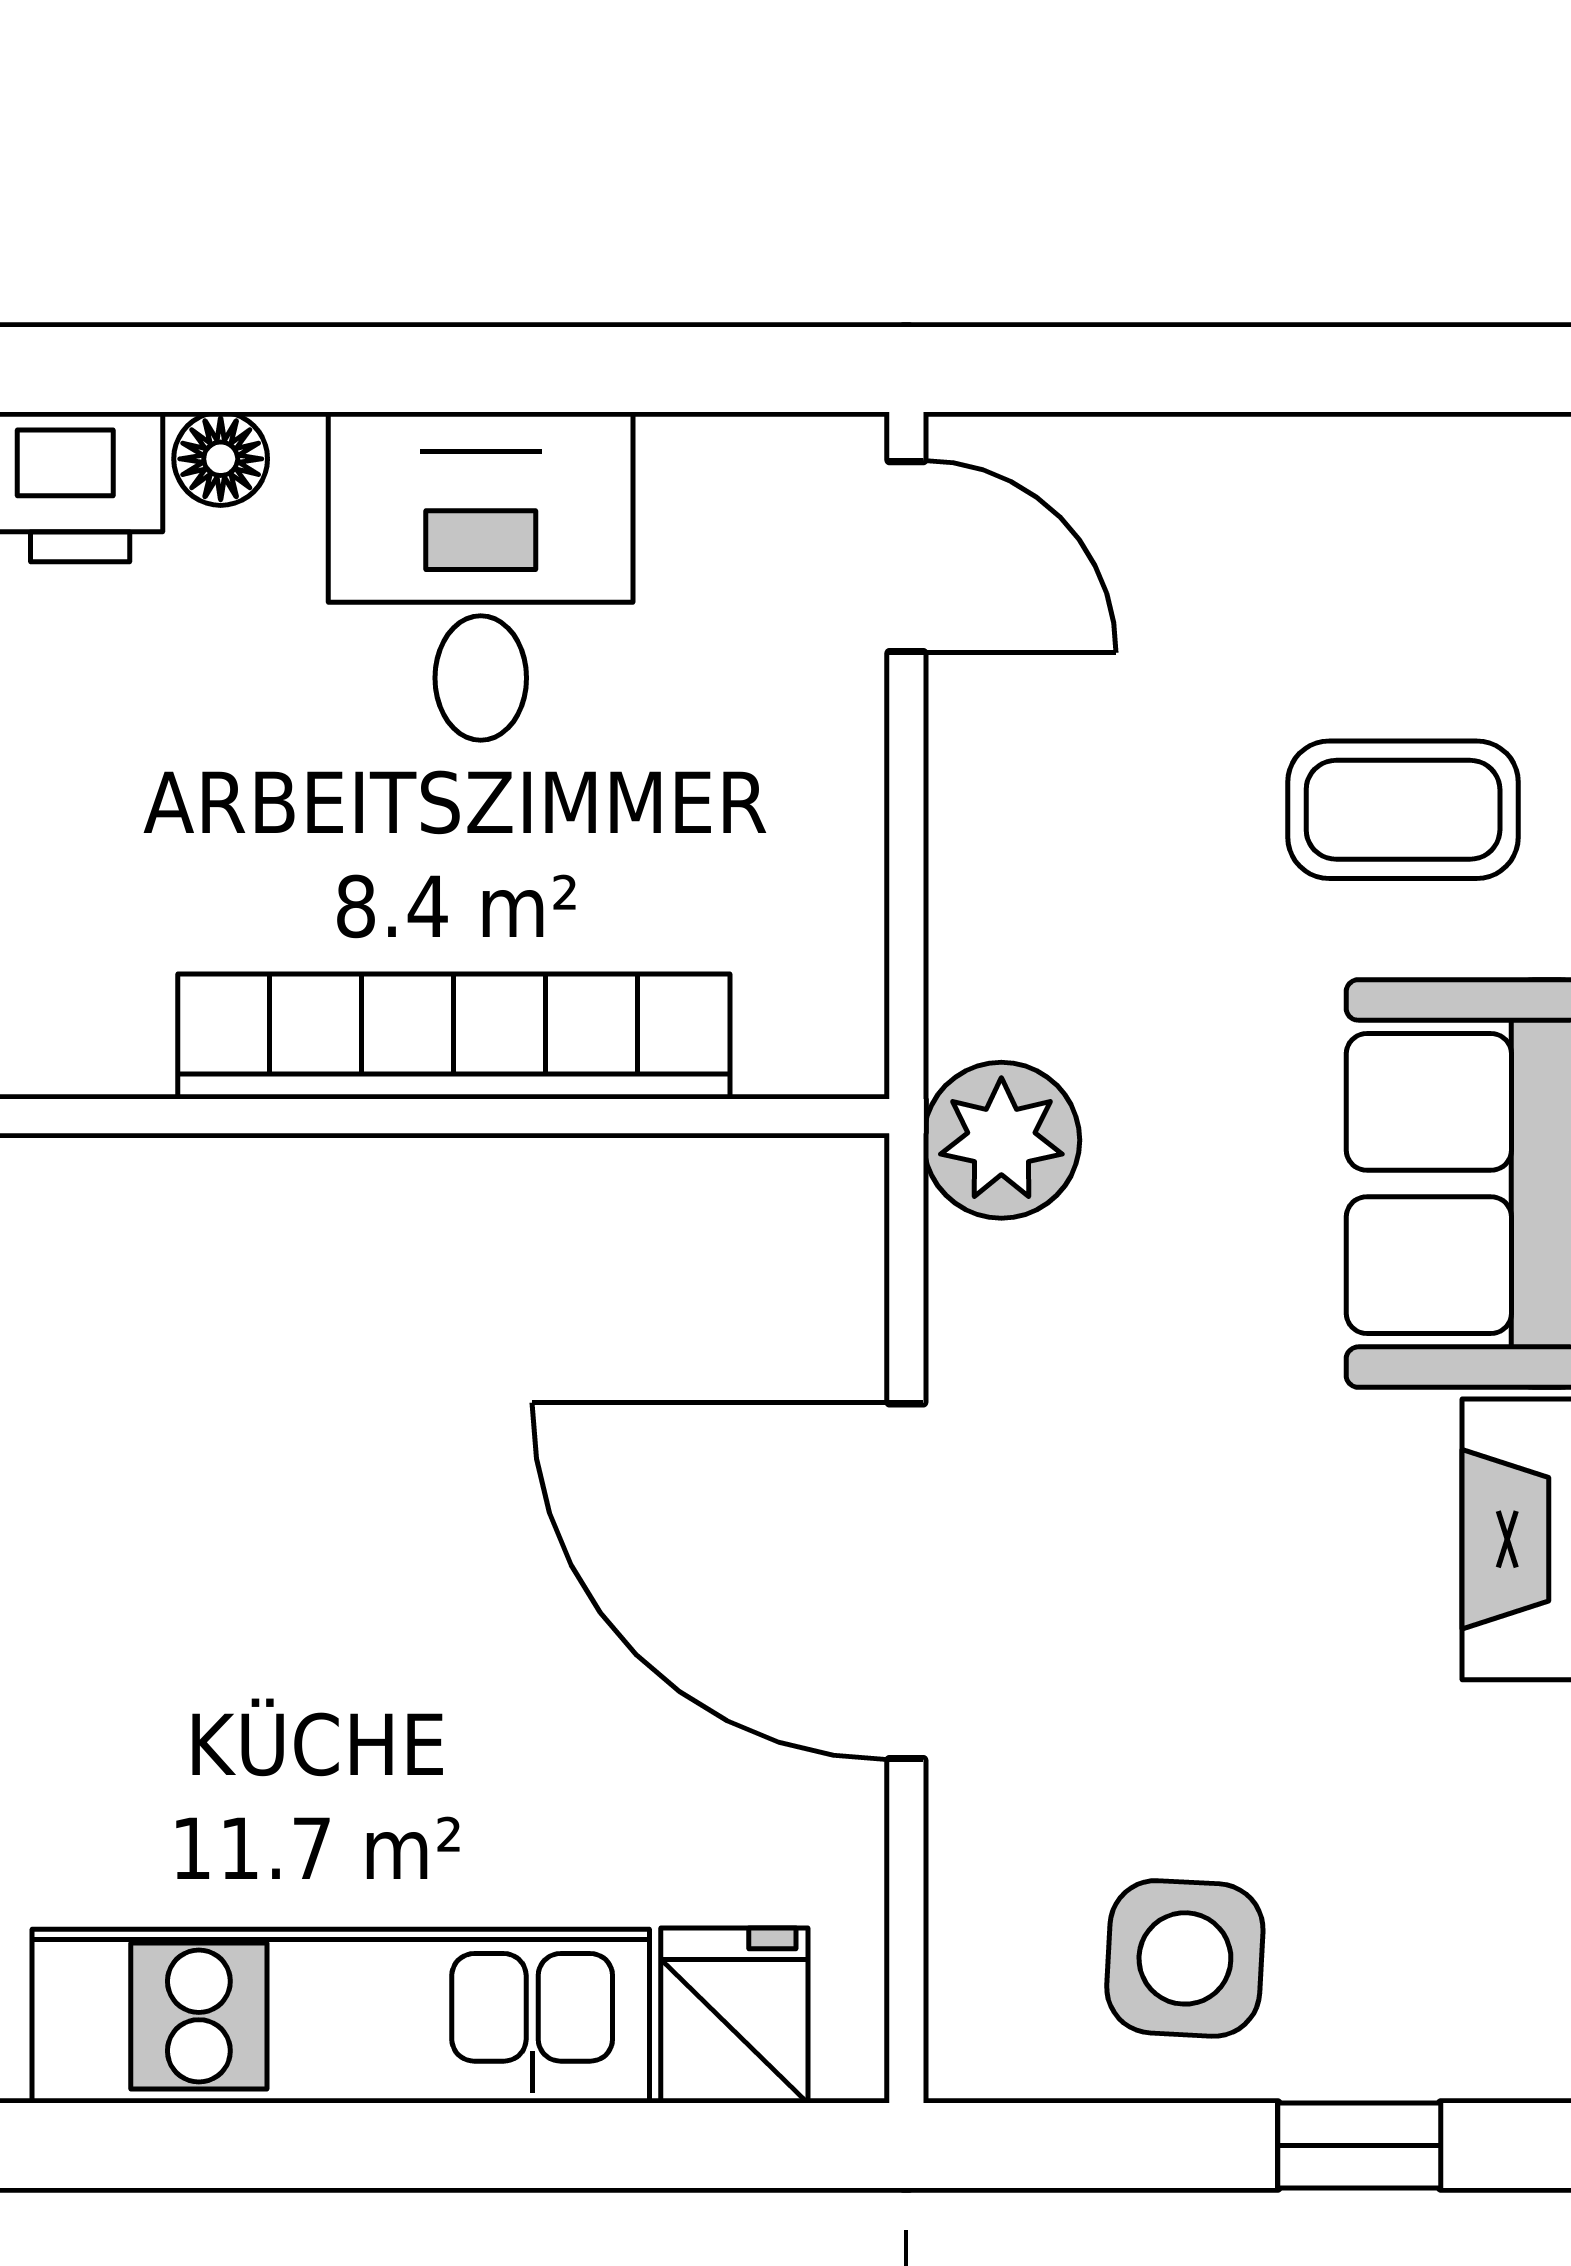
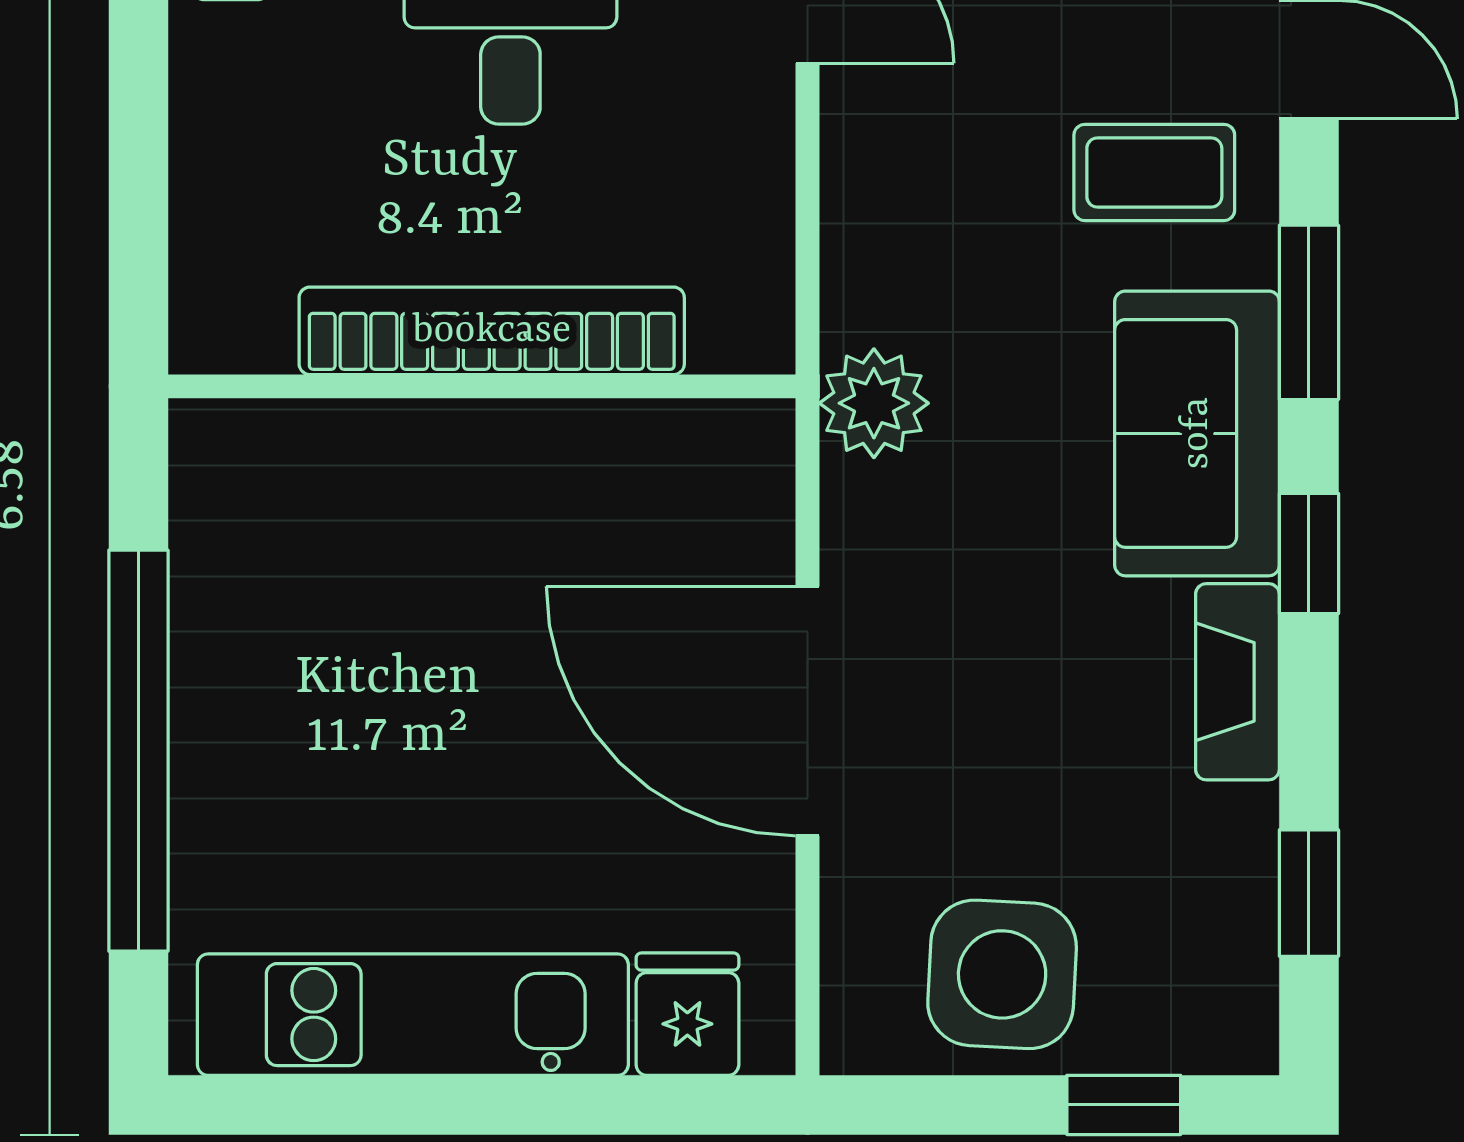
side table: (1185, 1958) -> (1002, 974), width x1.37, depth x1.37

